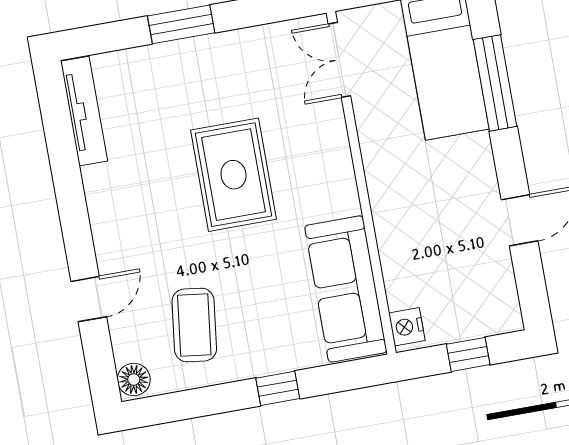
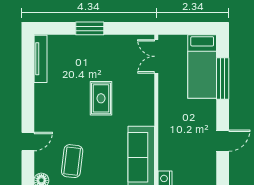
rug: (233, 175) -> (101, 98), width x0.73, depth x0.70

